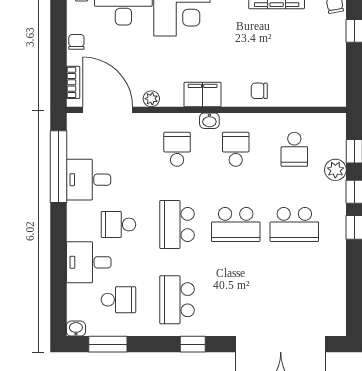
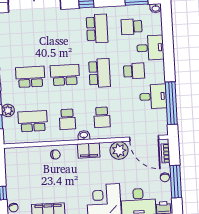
window: (59, 34) -> (176, 182), added
plant: (151, 99) -> (119, 150), width x1.88, depth x1.88
school desk: (294, 149) -> (33, 121), width x1.85

